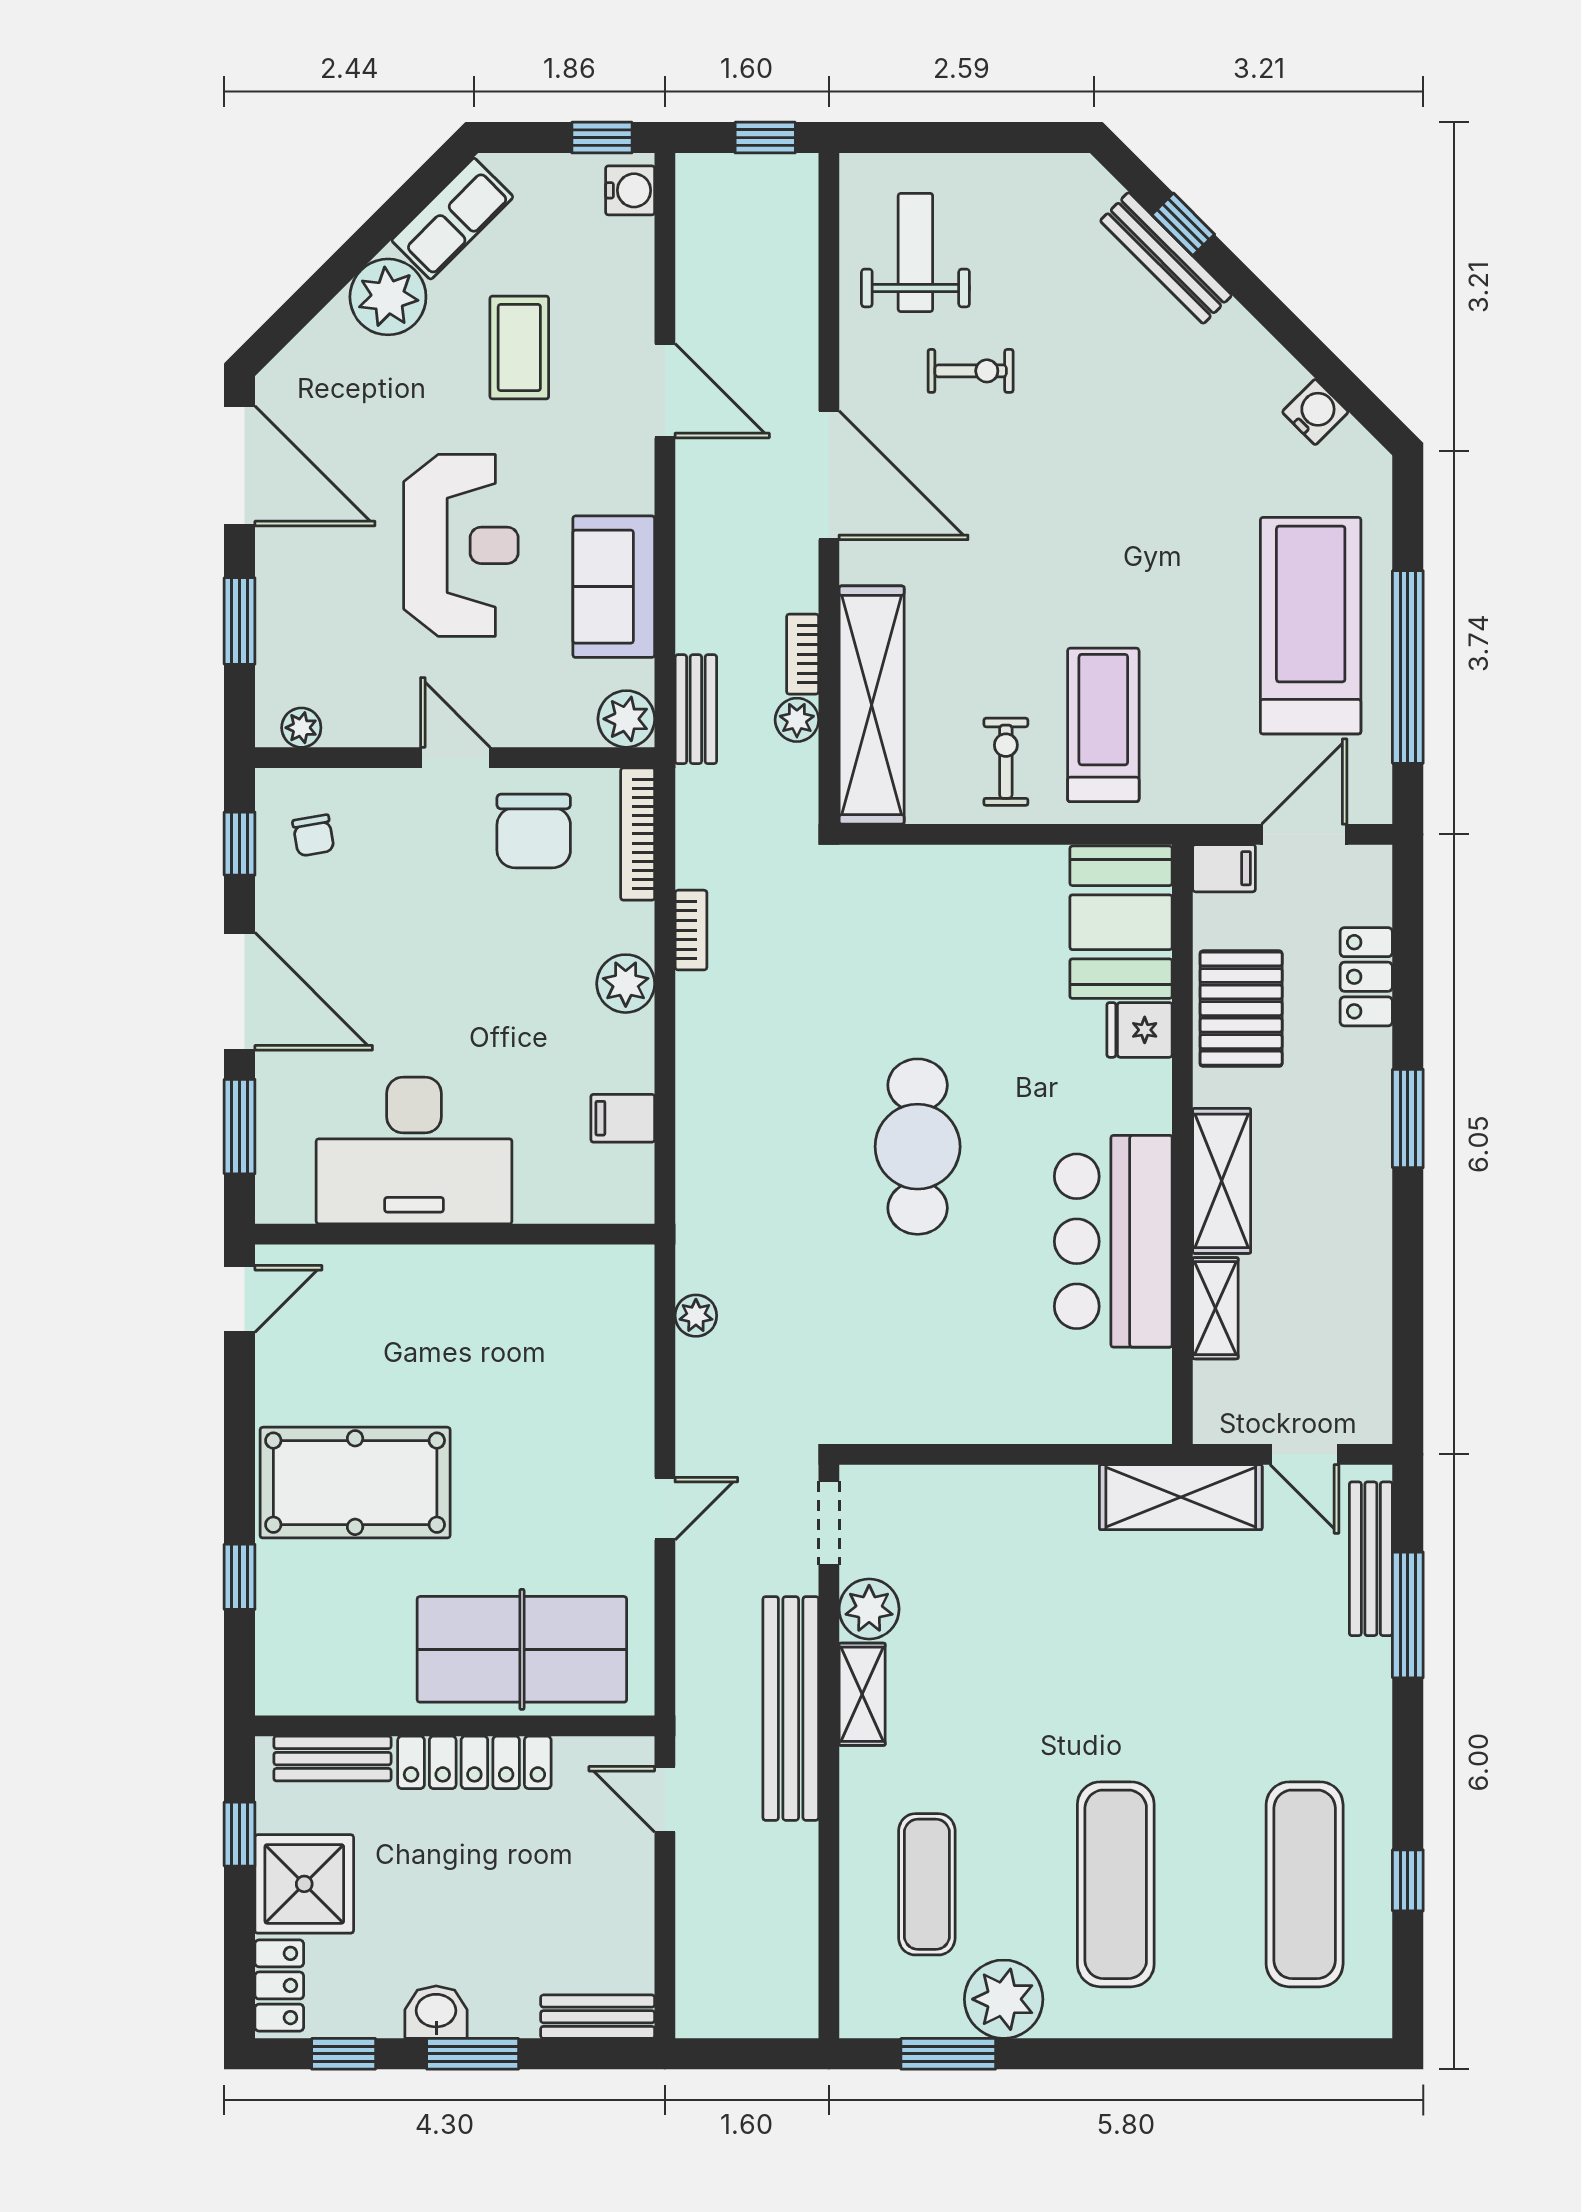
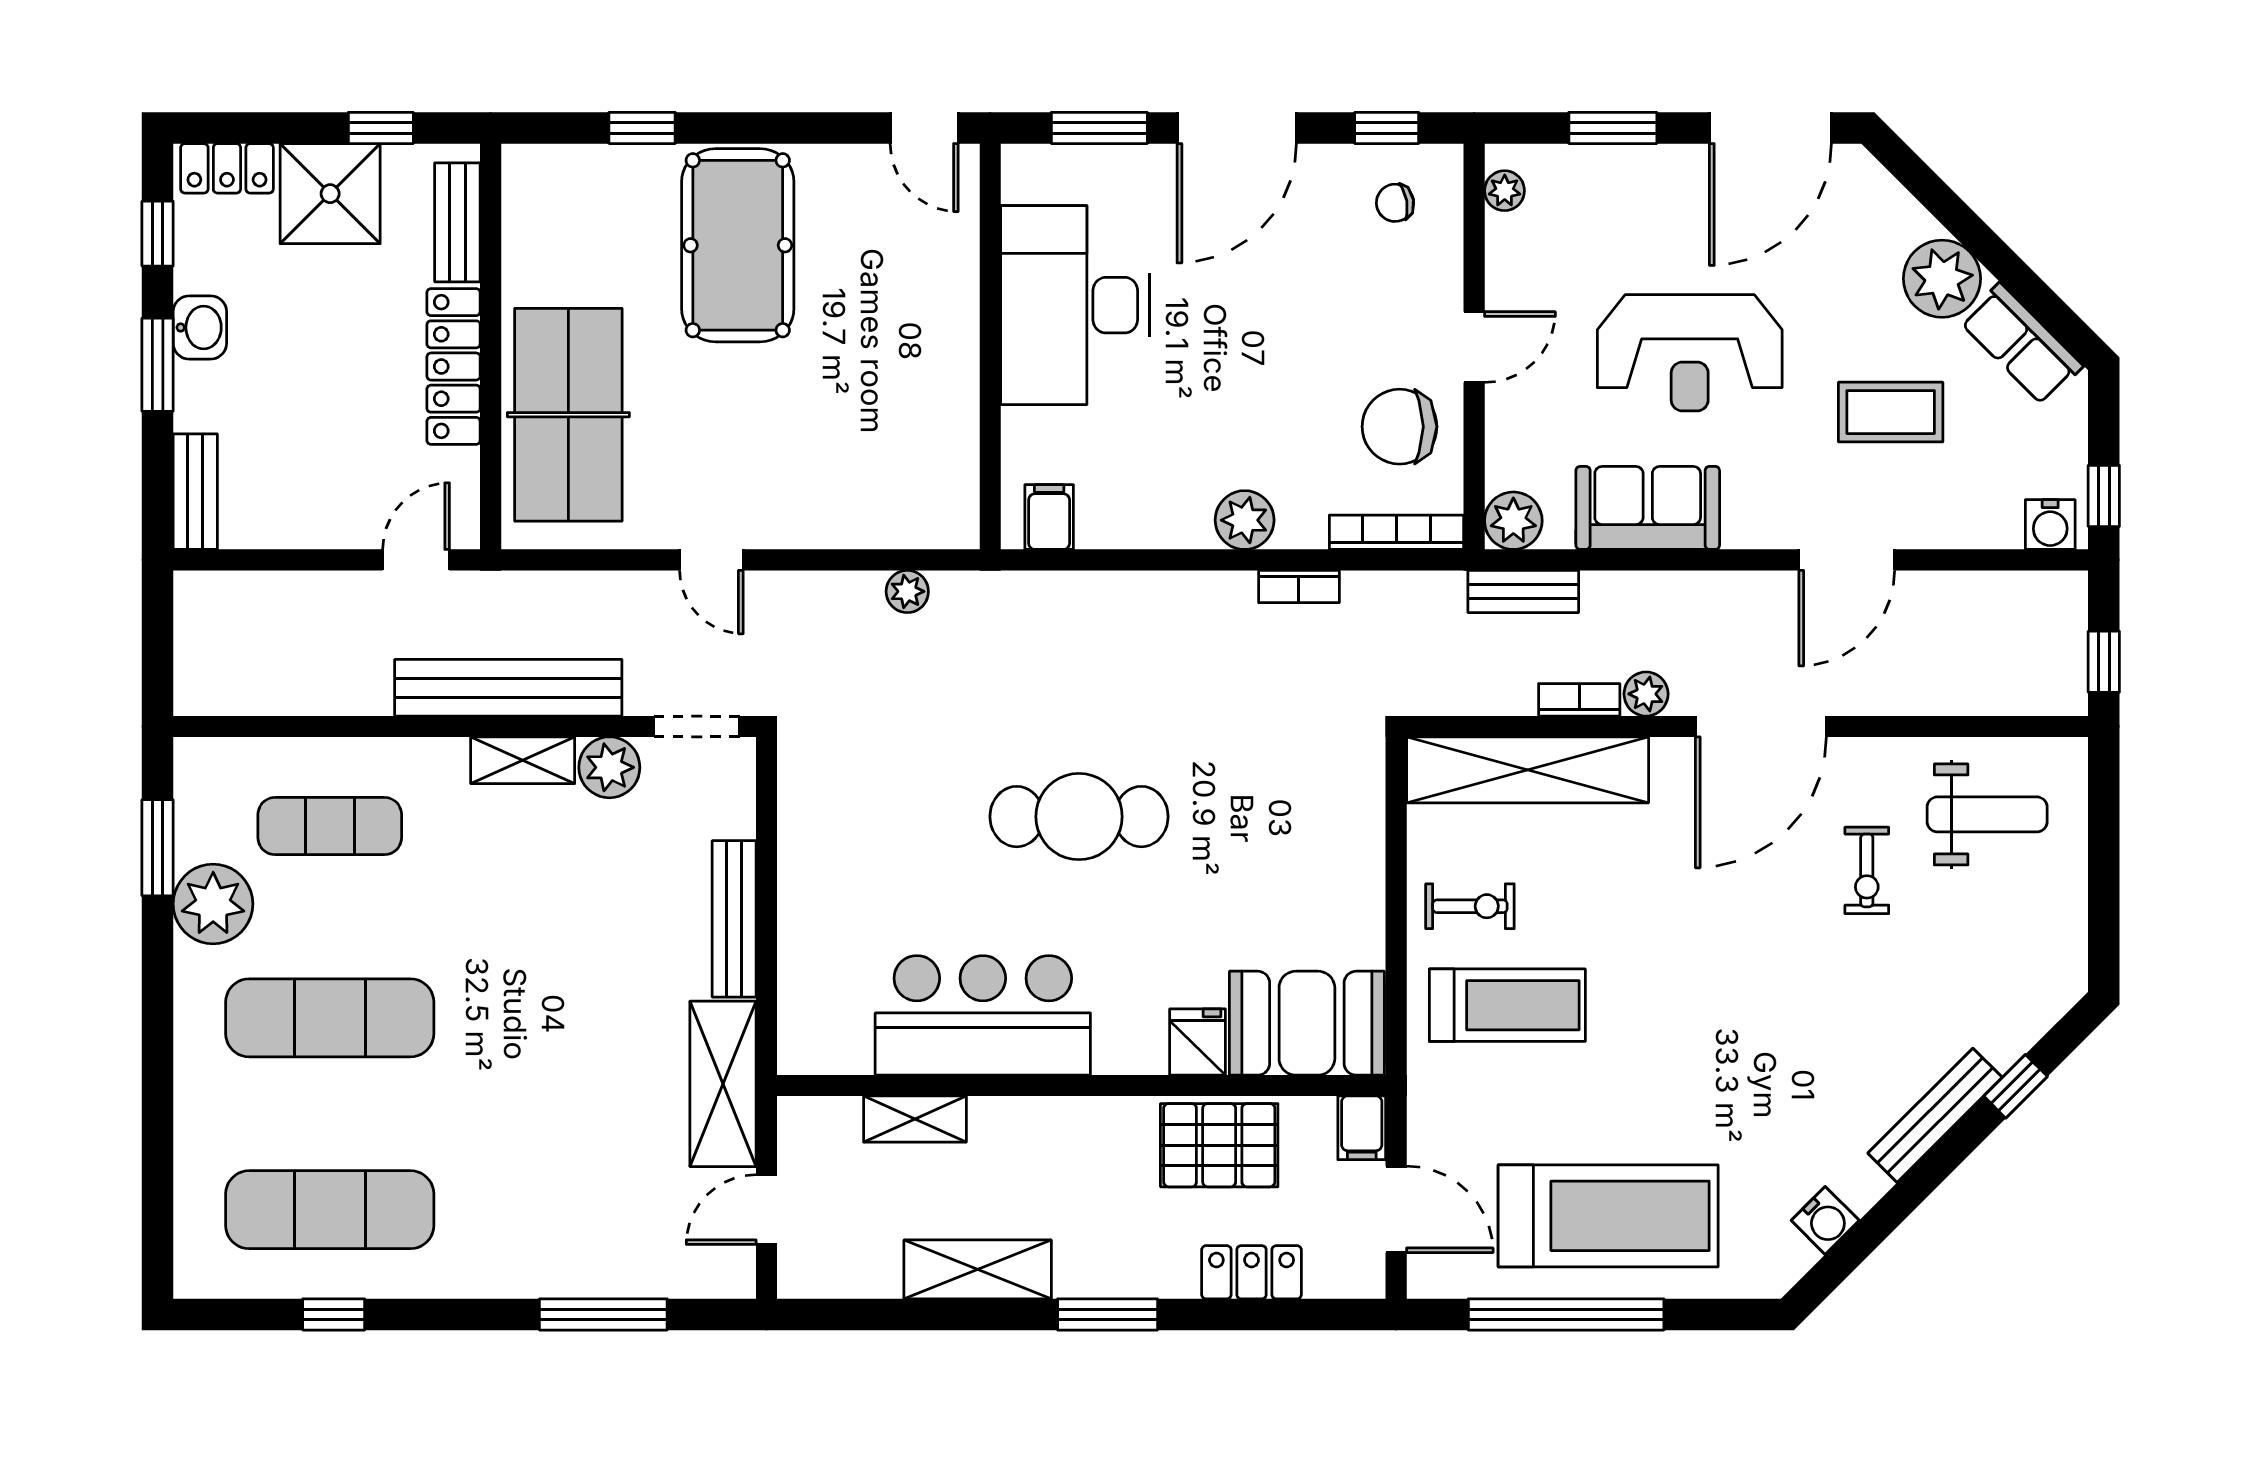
bench: (1166, 258) -> (1935, 1115), moved
plant: (797, 720) -> (1646, 694), moved
filing cabinet: (623, 1118) -> (1049, 517), moved
shelving: (1222, 1181) -> (978, 1269), moved
bench: (1371, 1559) -> (734, 919), moved, turned 90

